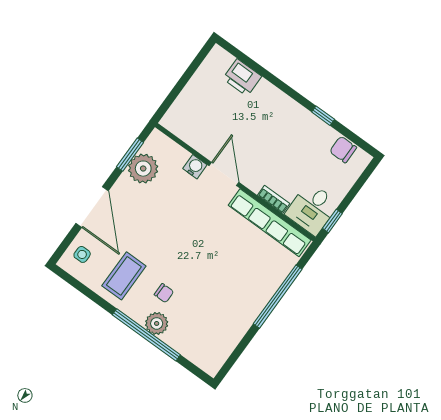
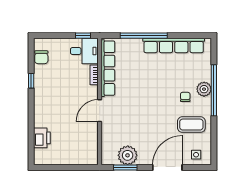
water cooler: (195, 167) -> (107, 129), removed
row of seats: (238, 325) -> (174, 45), added

